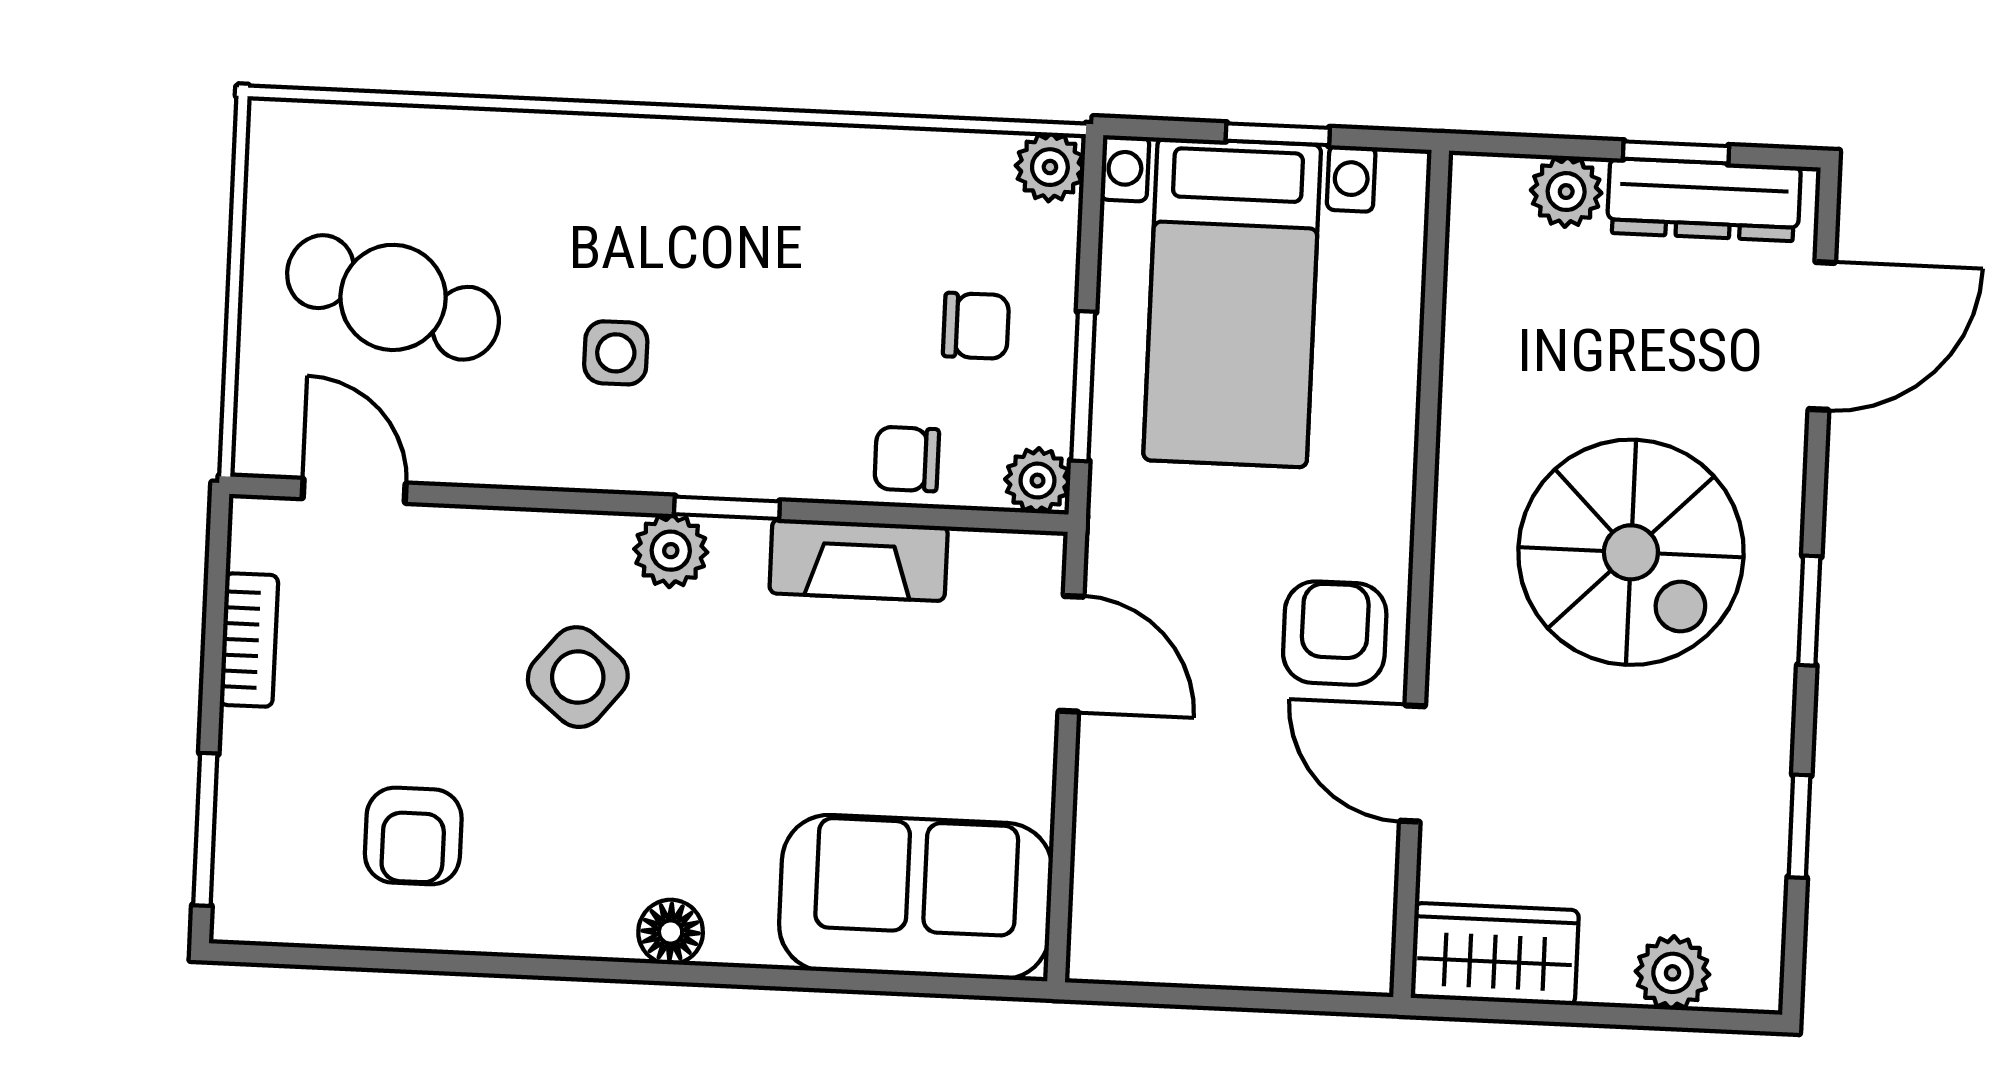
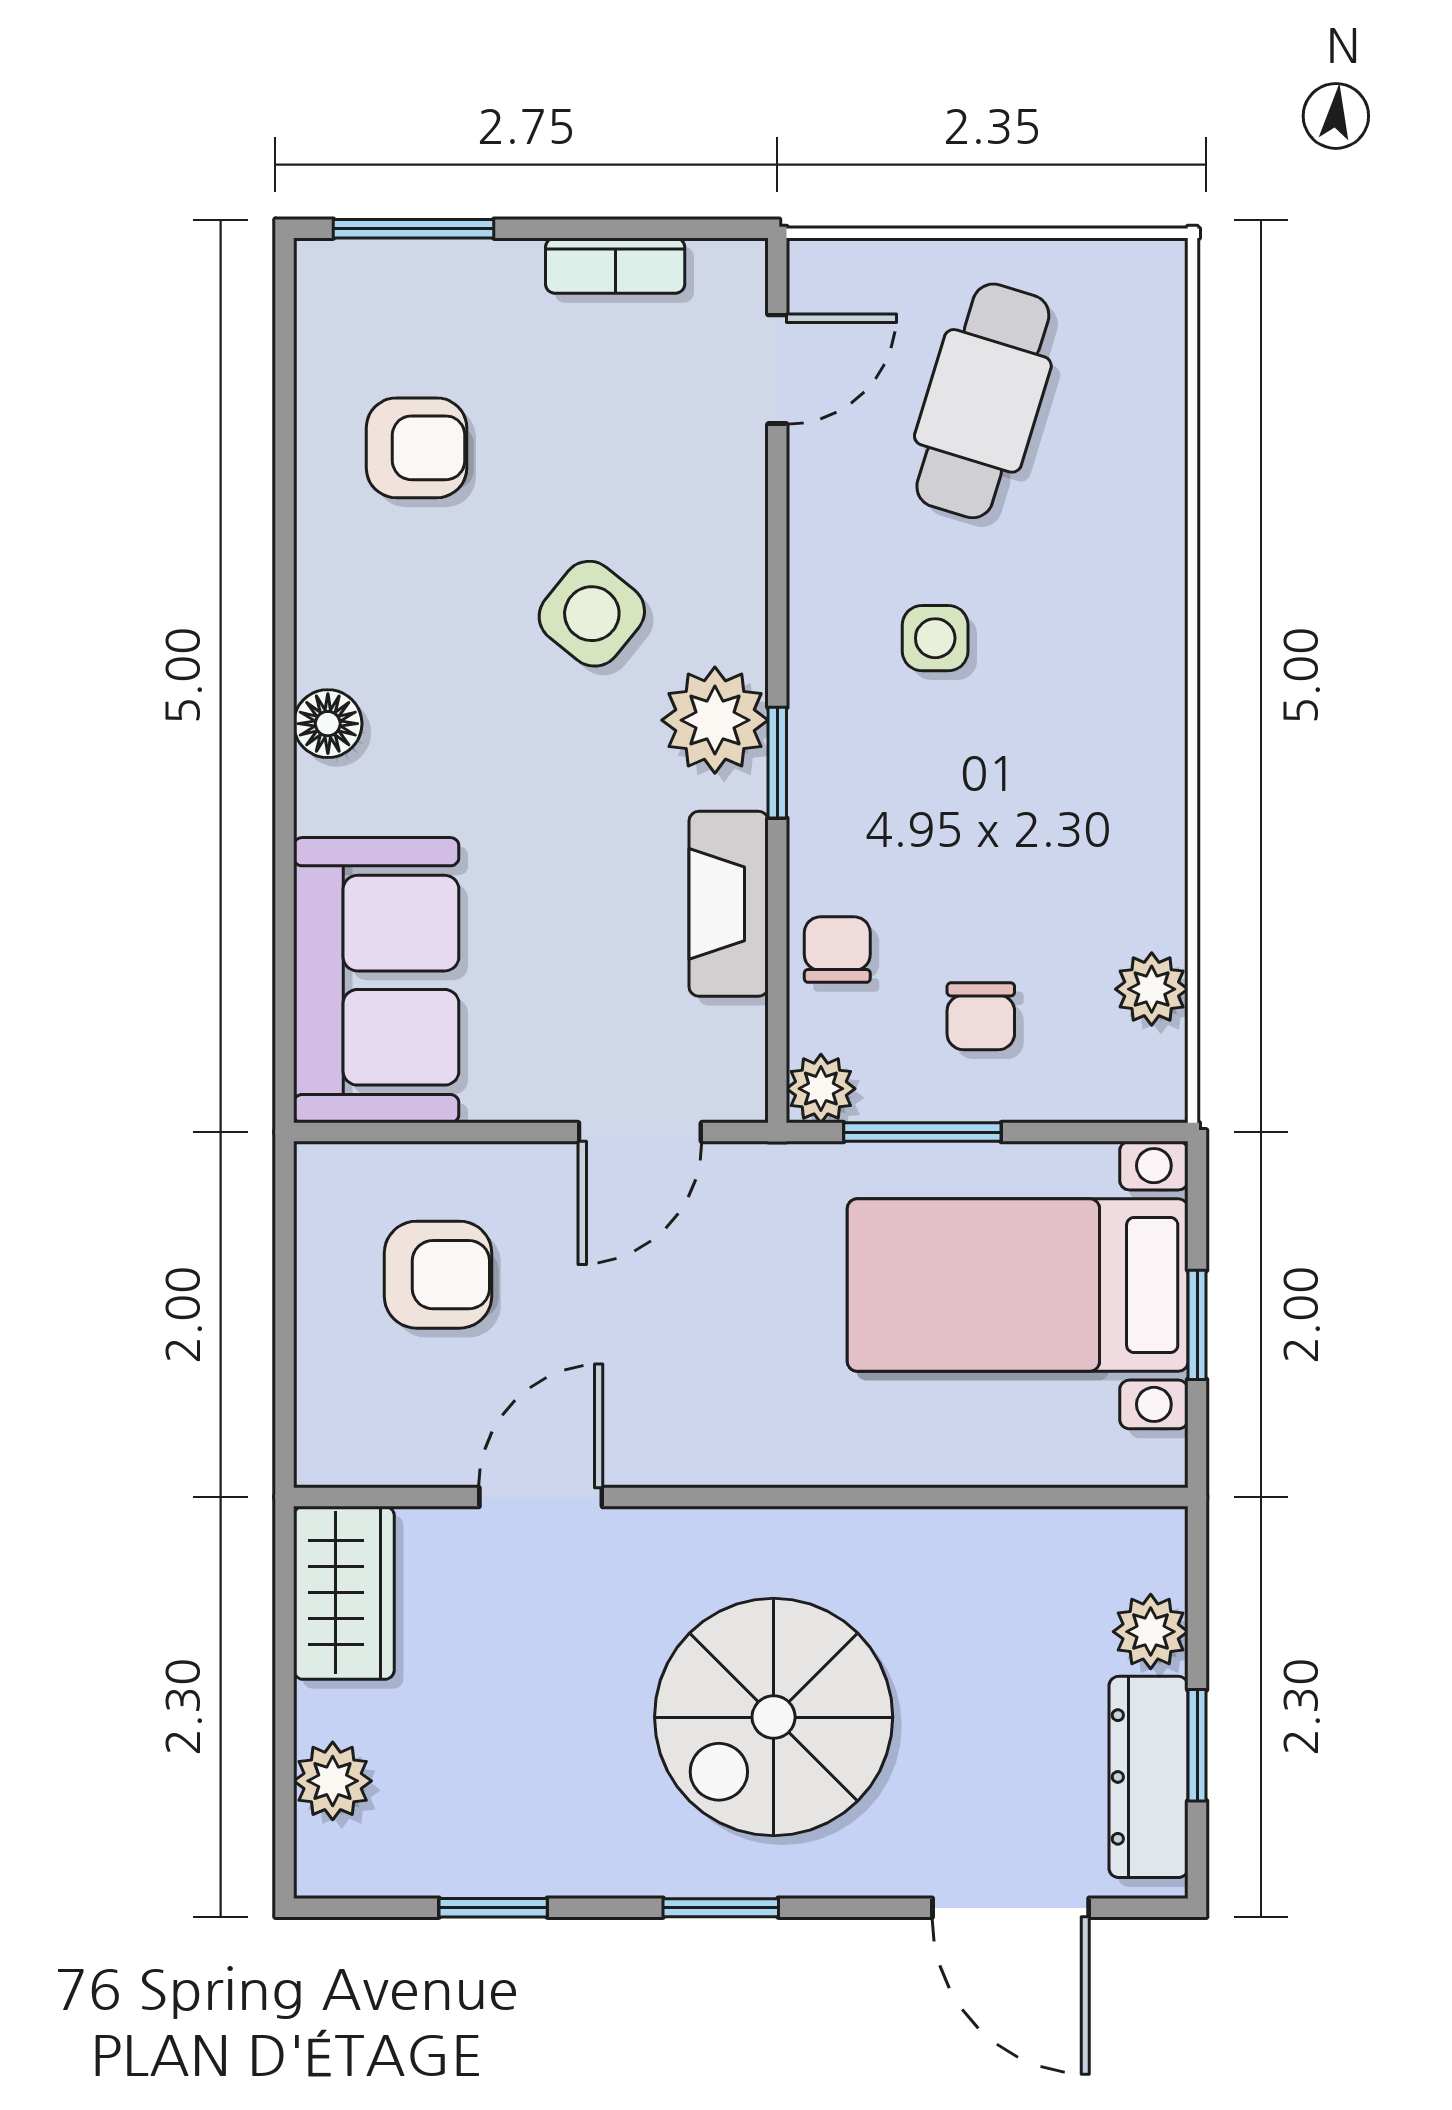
plant: (1050, 167) -> (1152, 989), moved
plant: (671, 551) -> (715, 720), width x1.38, depth x1.38
armchair: (1335, 633) -> (438, 1275), moved
armchair: (413, 836) -> (417, 448), turned 180

